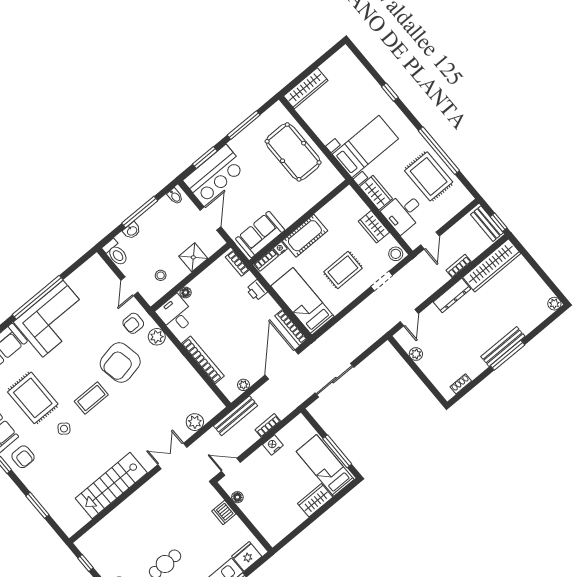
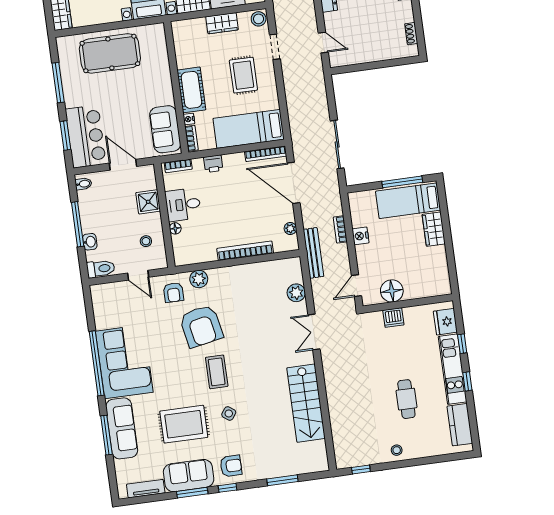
desk: (176, 314) -> (183, 205), moved
plant: (416, 354) -> (359, 57), removed
floor lamp: (237, 497) -> (392, 291), width x1.89, depth x1.89

